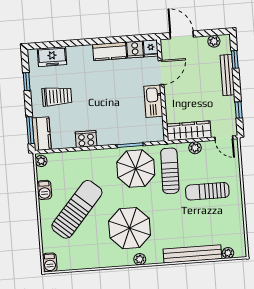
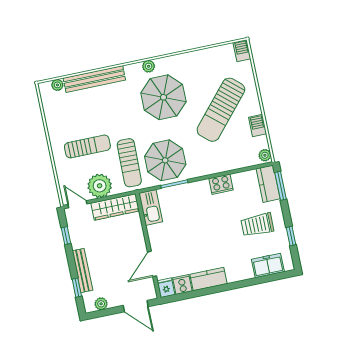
kitchen sink: (153, 101) -> (151, 207), moved
plant: (195, 148) -> (100, 186), width x1.87, depth x1.87

